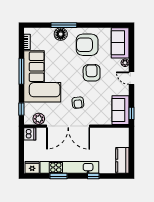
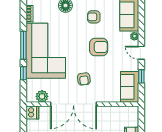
armchair: (87, 45) -> (94, 17), width x0.53, depth x0.53
armchair: (92, 73) -> (99, 47), turned 91
window: (21, 109) -> (23, 73), moved
window: (132, 113) -> (141, 76), moved

